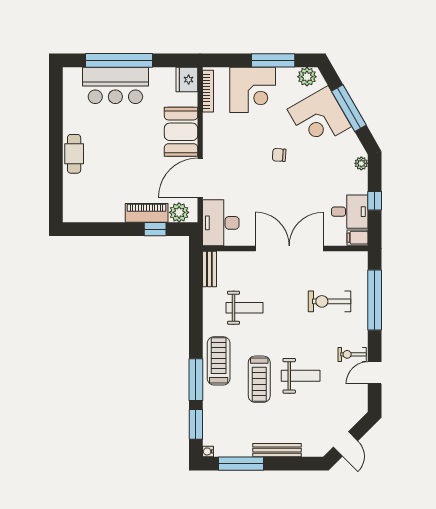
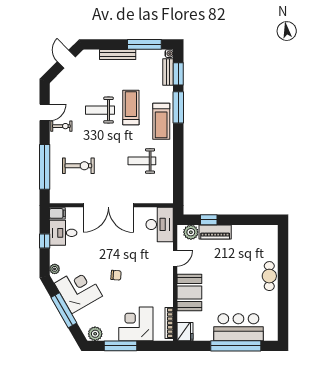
corner desk: (319, 118) -> (78, 290), moved
door: (200, 178) -> (175, 258), width x0.53
bench: (209, 269) -> (168, 72), moved

